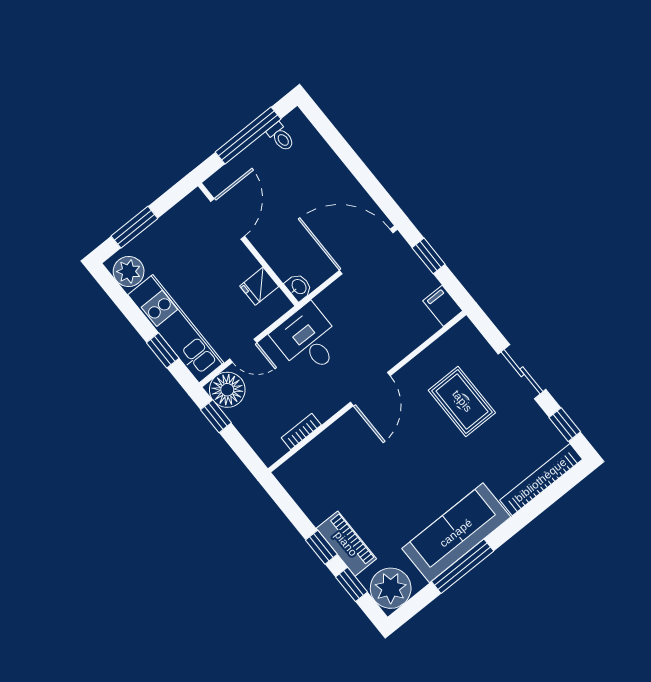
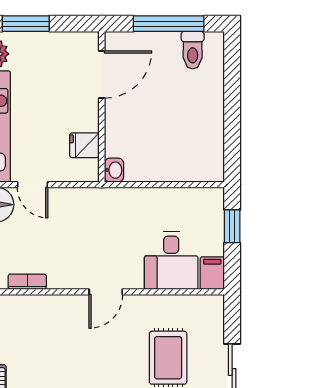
toilet: (281, 137) -> (193, 50), width x1.37, depth x1.39
door: (366, 252) -> (187, 185), removed
desk: (308, 340) -> (171, 260), moved, turned 180
door: (370, 389) -> (106, 292), width x0.73

